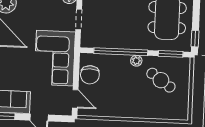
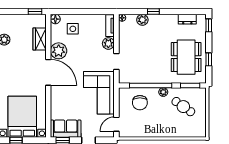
window: (195, 39) -> (209, 59), moved
chair: (90, 75) -> (140, 103), moved
door: (75, 99) -> (116, 124), swing flipped

